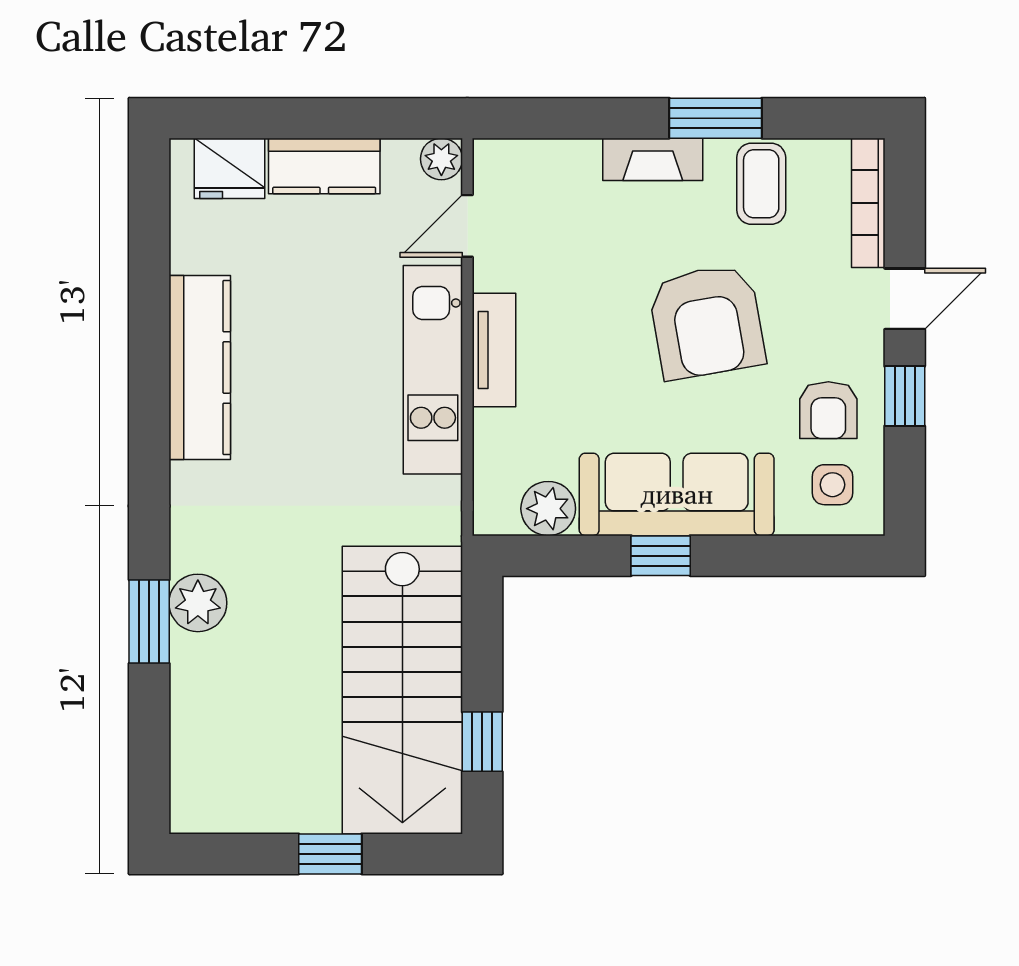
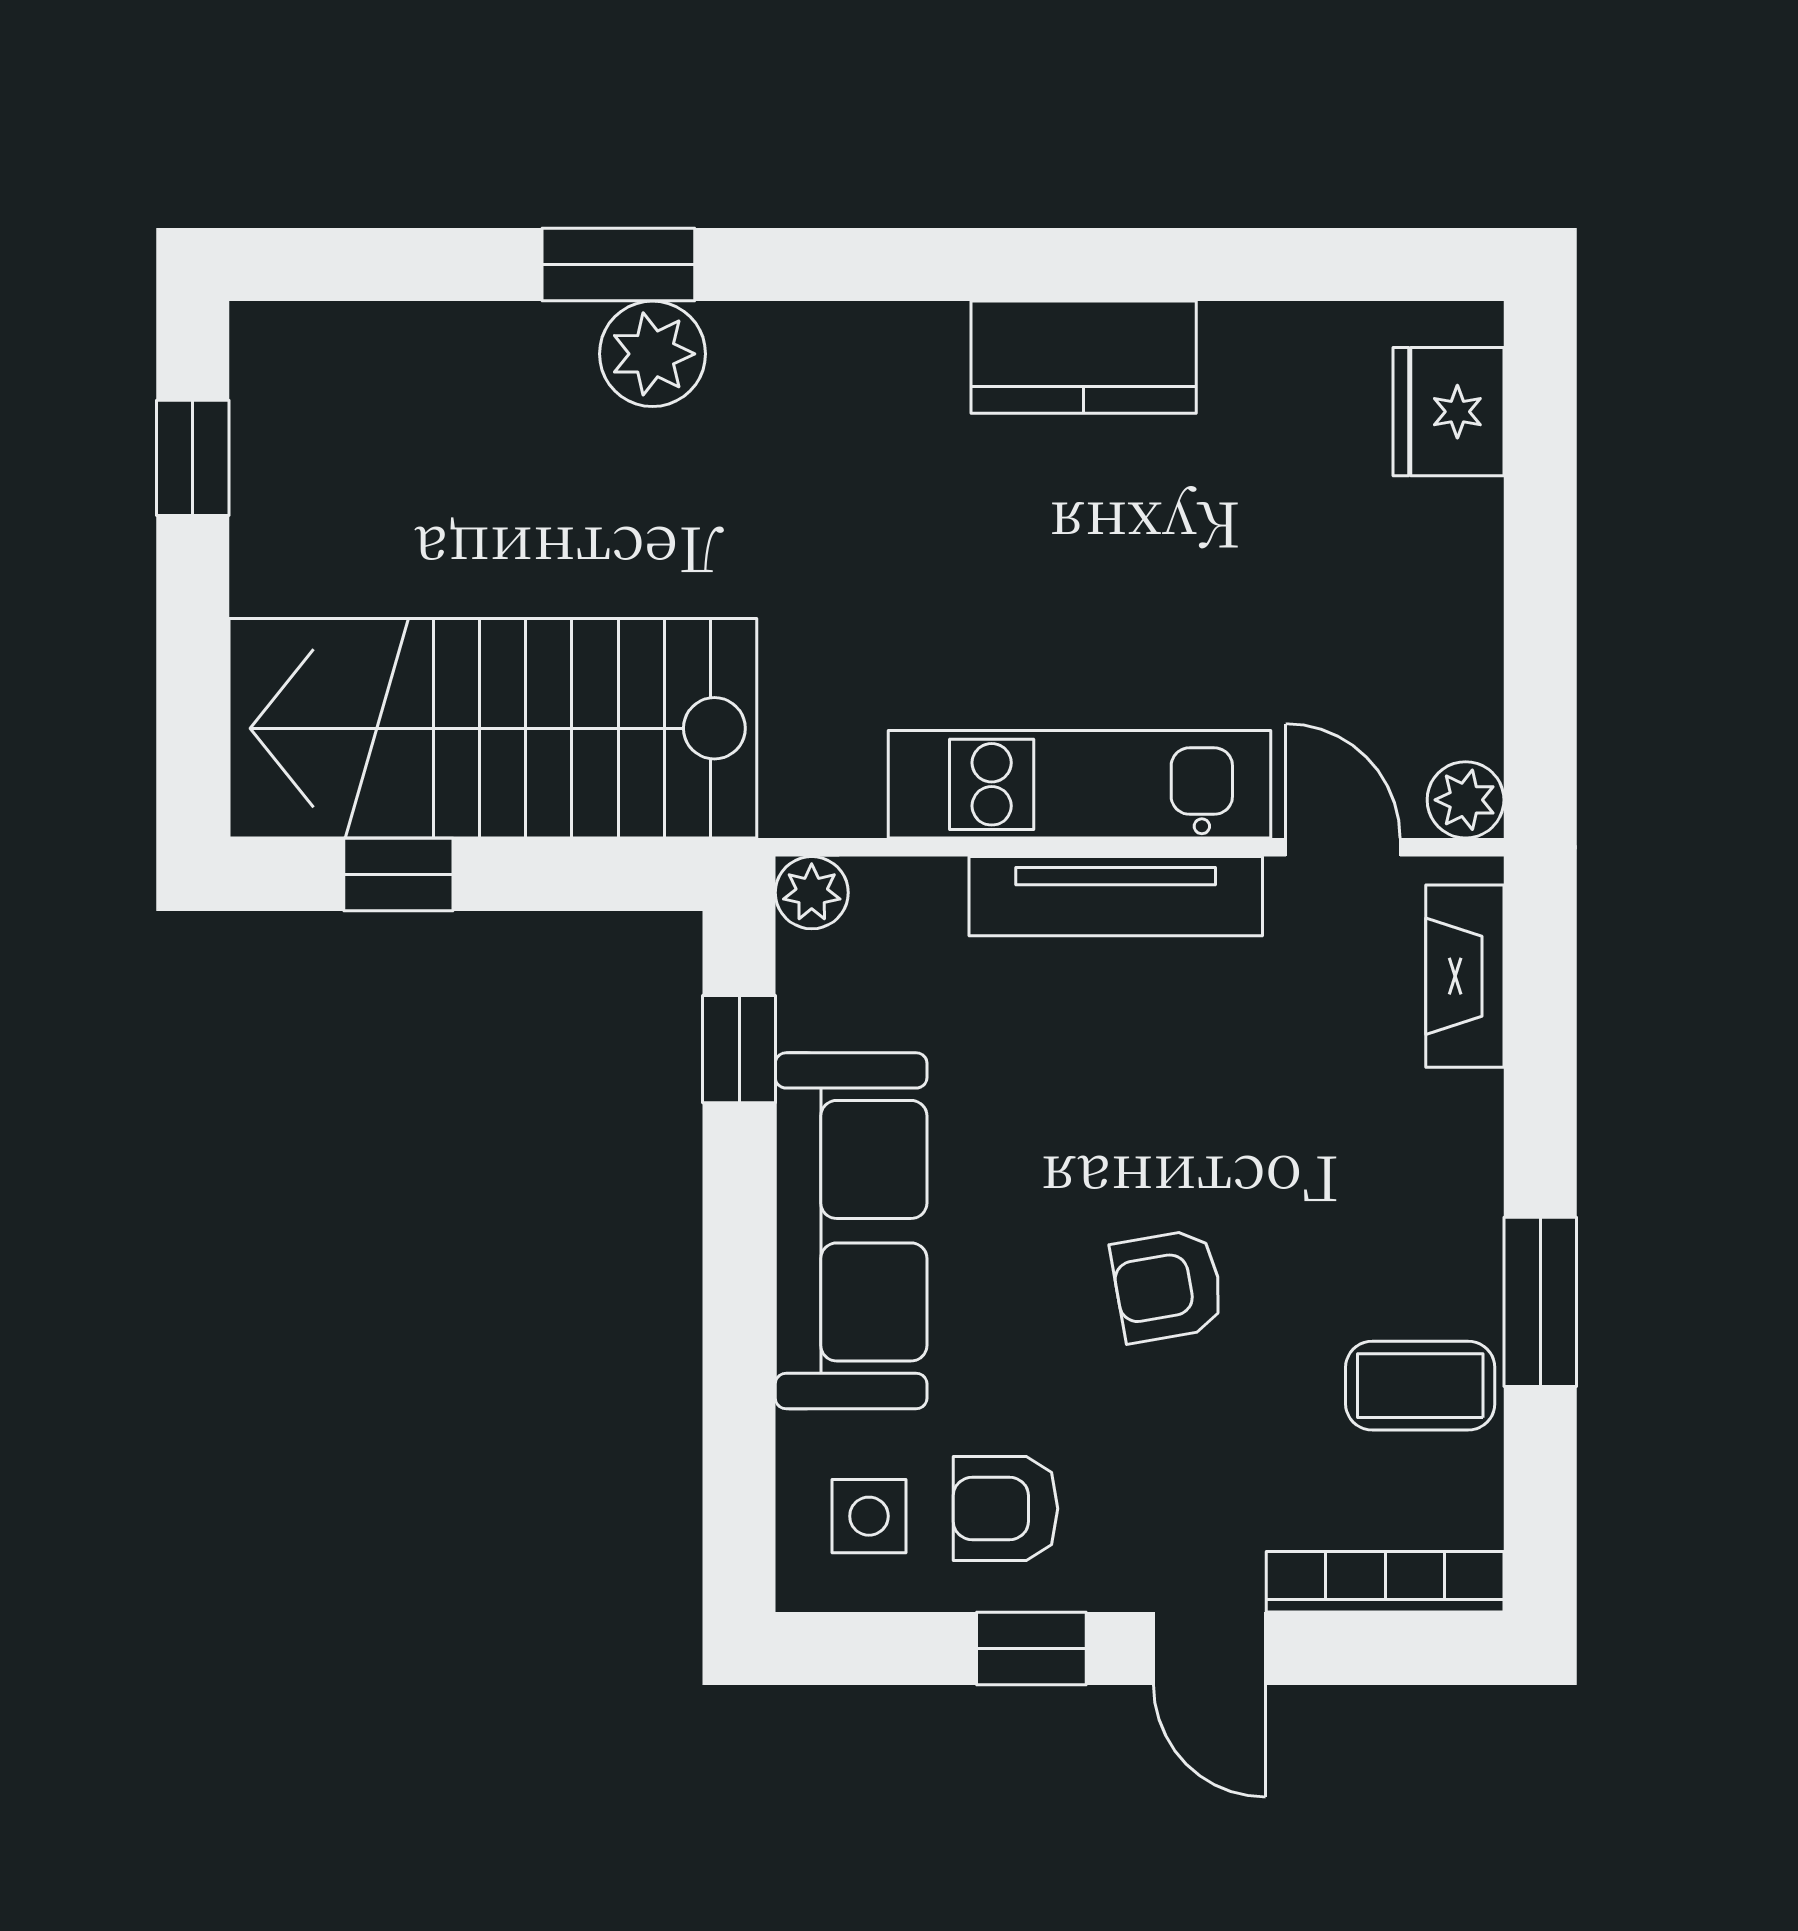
fireplace: (653, 159) -> (1465, 976), moved
kitchen counter: (324, 166) -> (1453, 585), removed
armchair: (707, 322) -> (1168, 1286), width x0.53, depth x0.53
tv unit: (494, 350) -> (1116, 896), width x1.41
kitchen counter: (200, 368) -> (1084, 357), width x0.67
plant: (548, 509) -> (812, 893), moved, width x0.73, depth x0.73
window: (661, 556) -> (739, 1049), moved
window: (330, 854) -> (193, 458), moved

